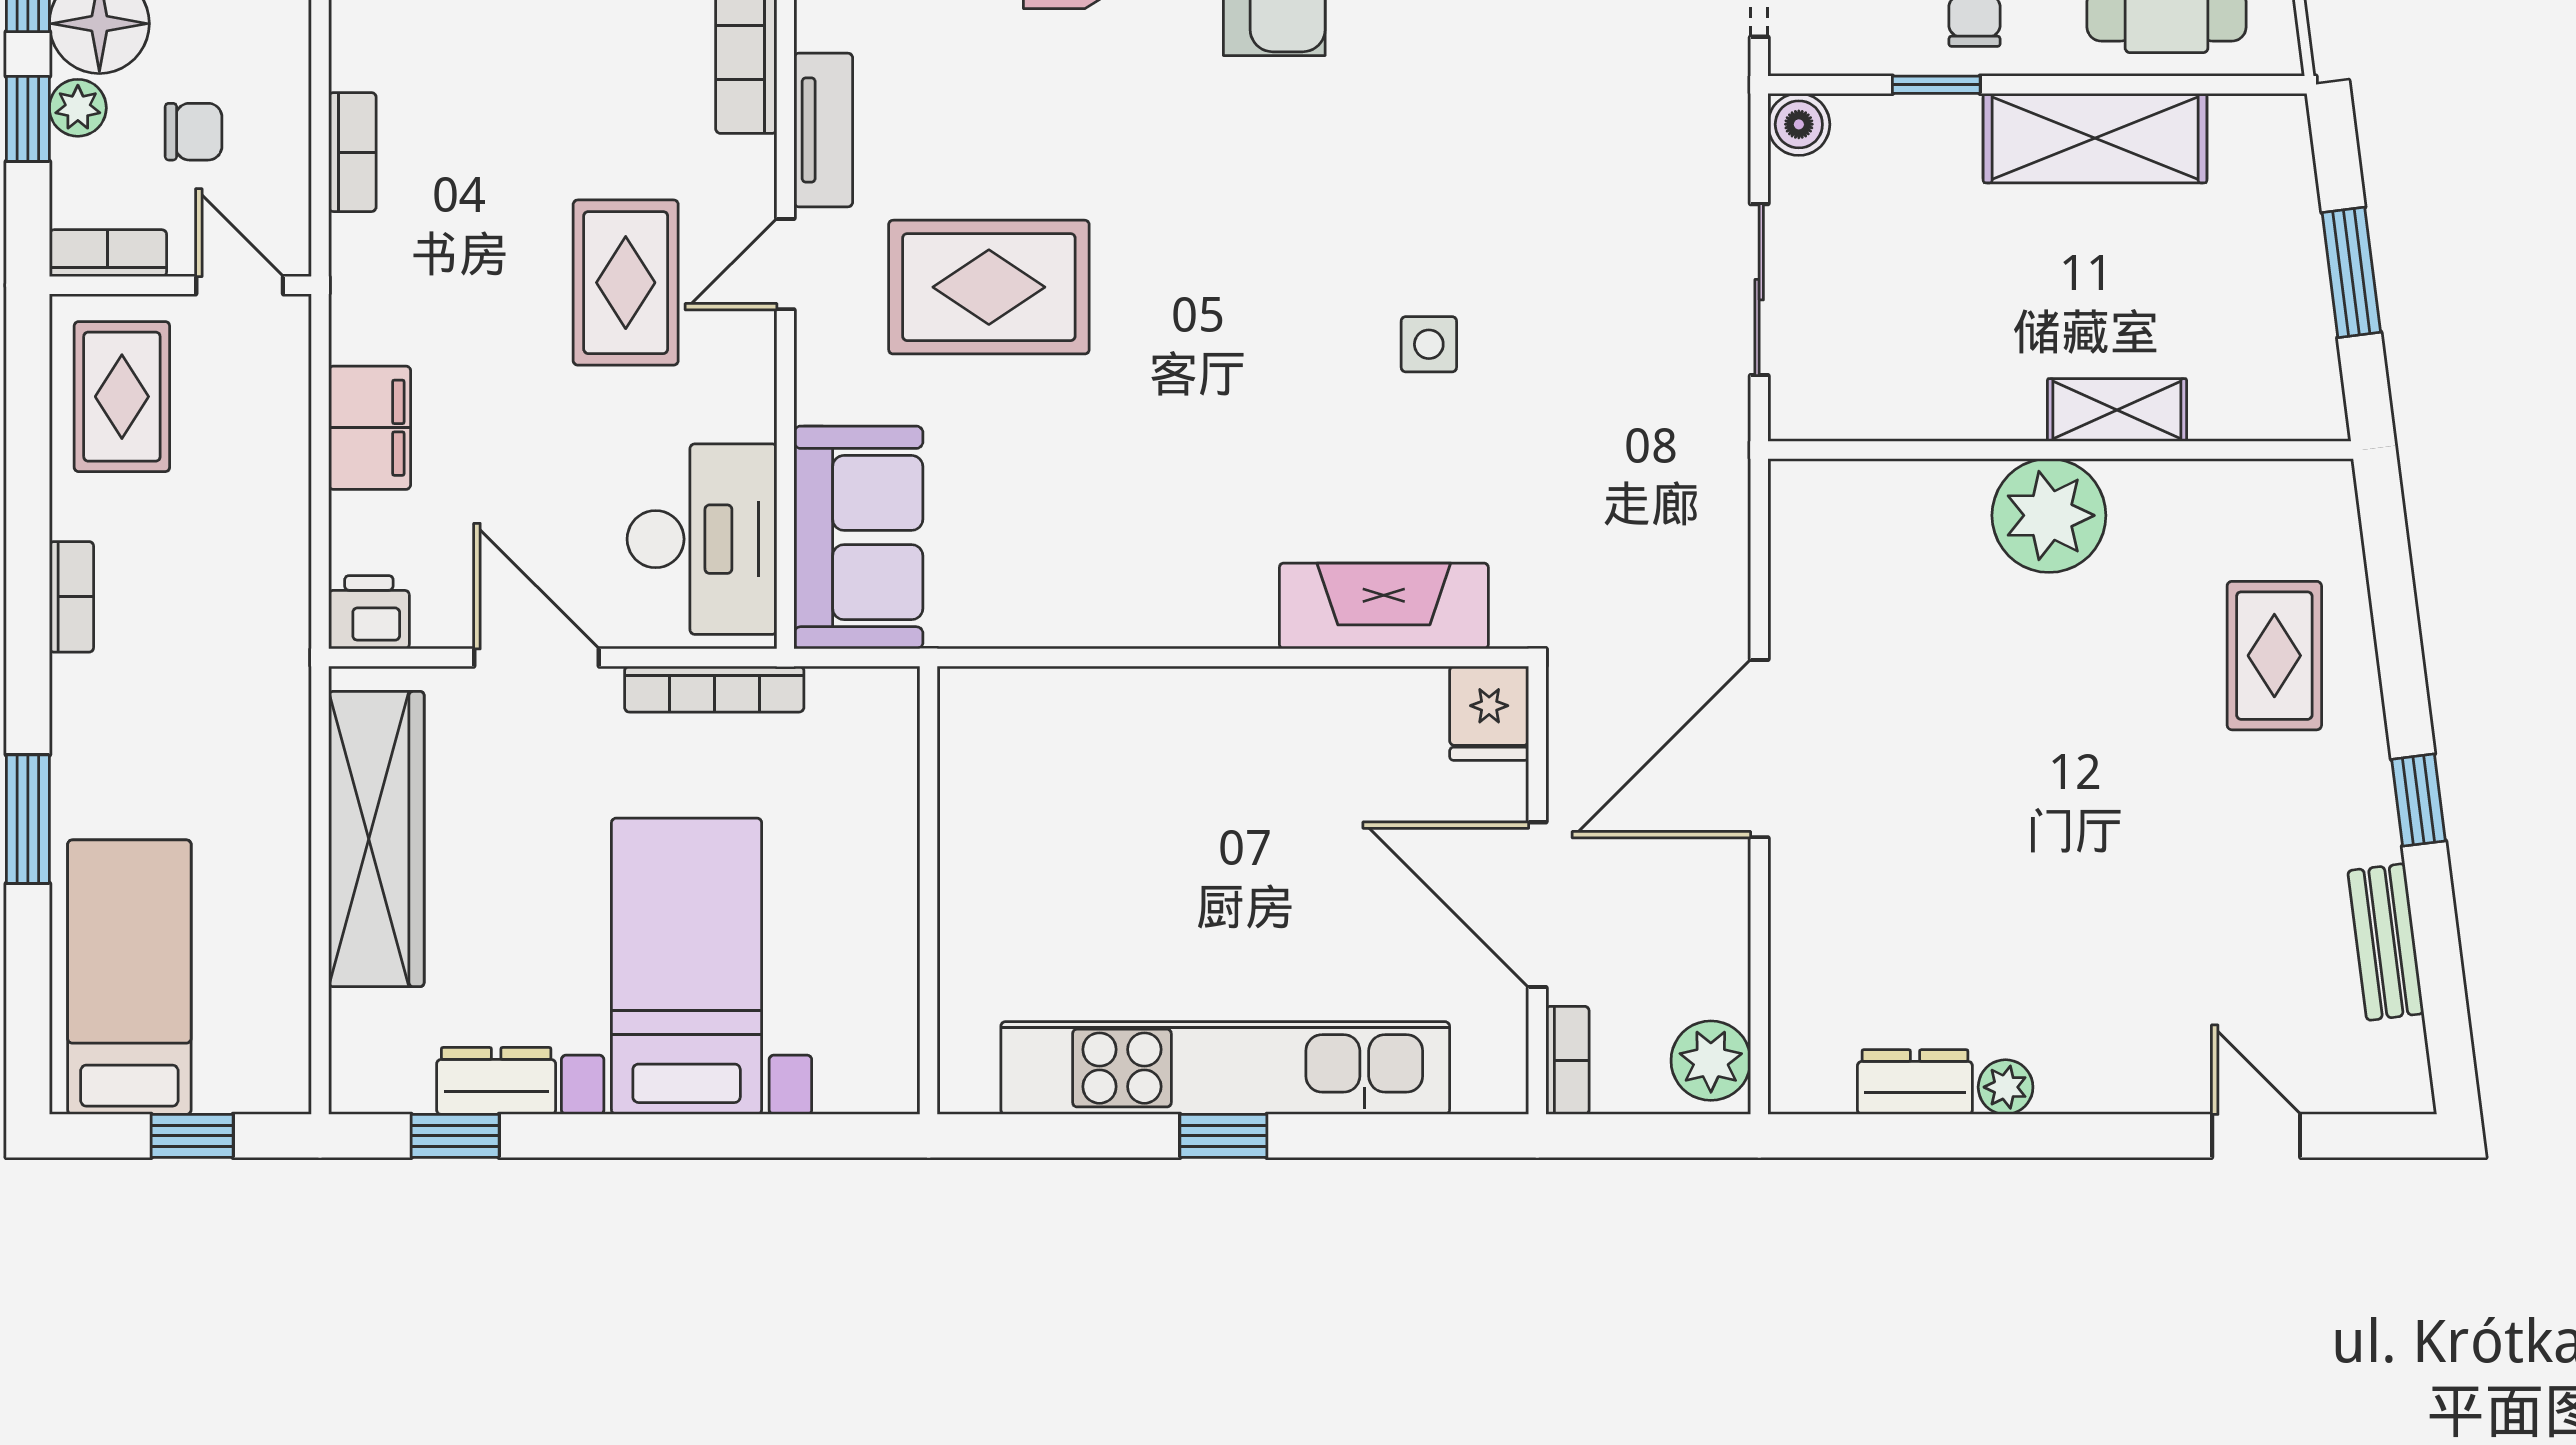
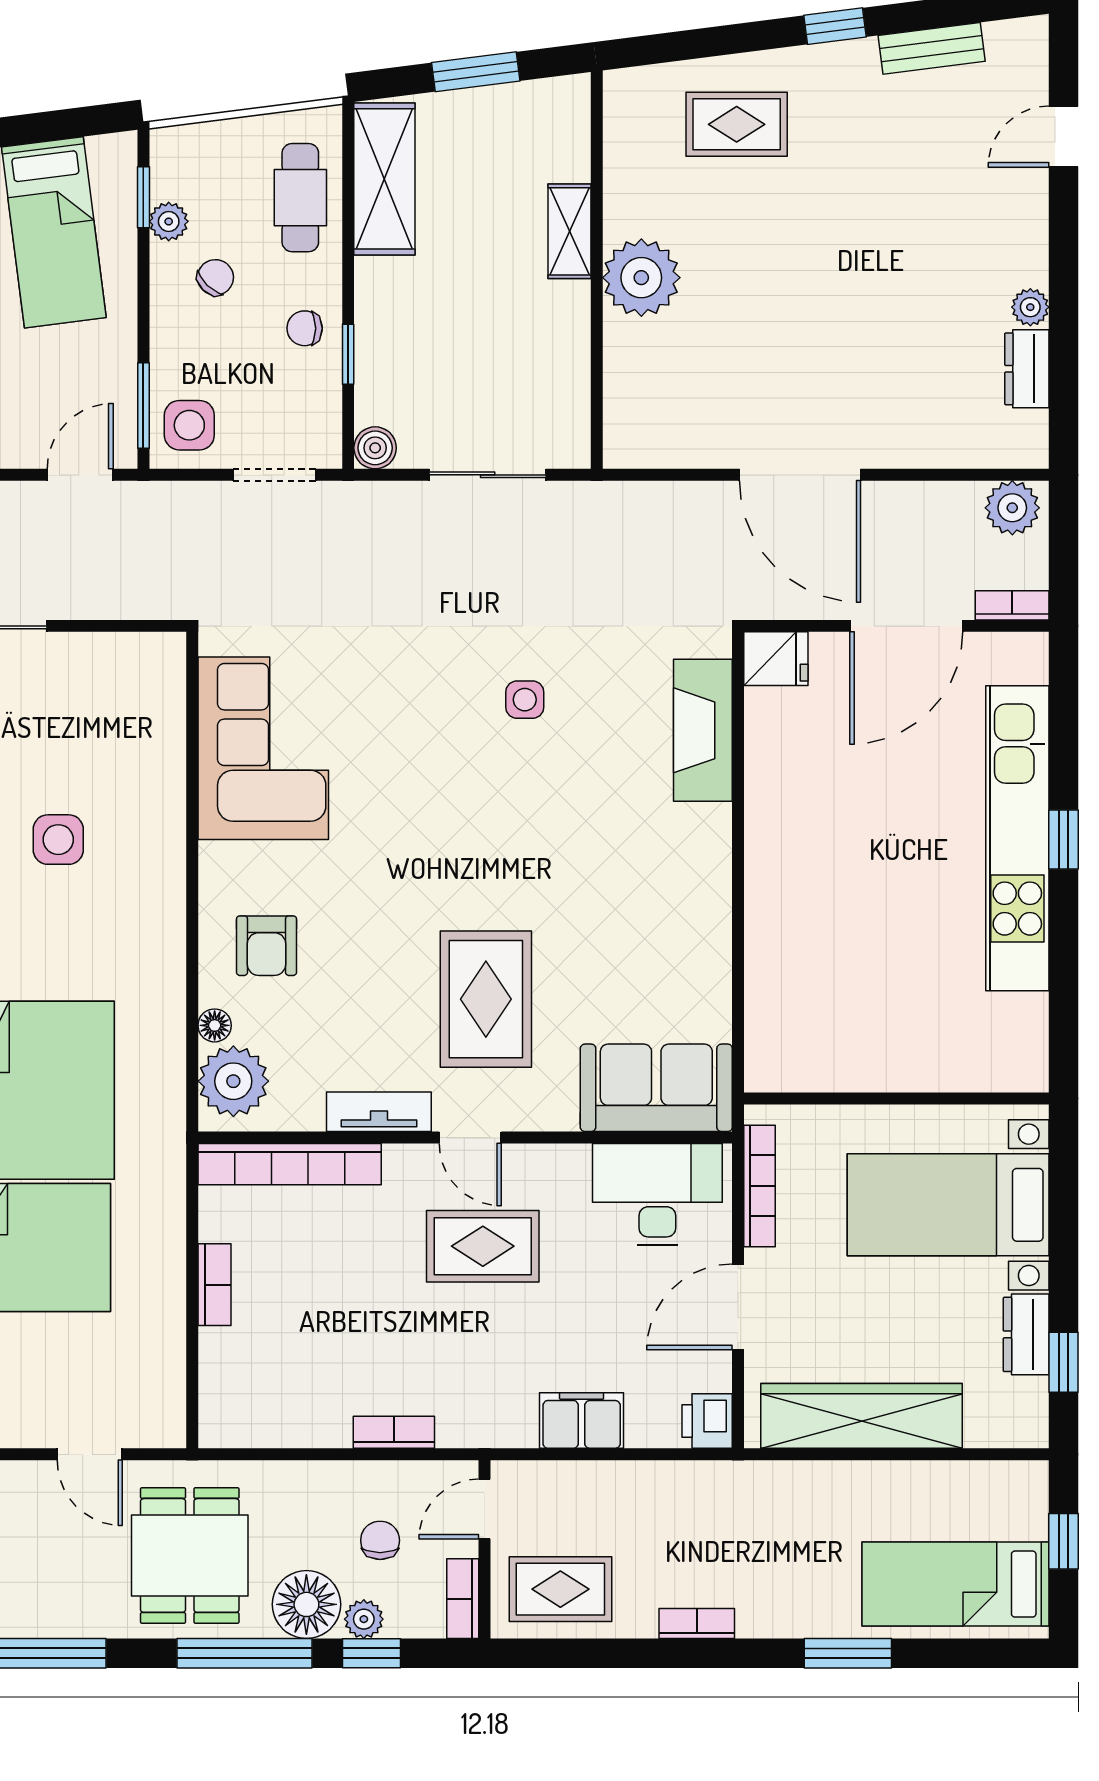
shelving: (2095, 138) -> (384, 179), moved
wall: (929, 890) -> (896, 1099), moved

